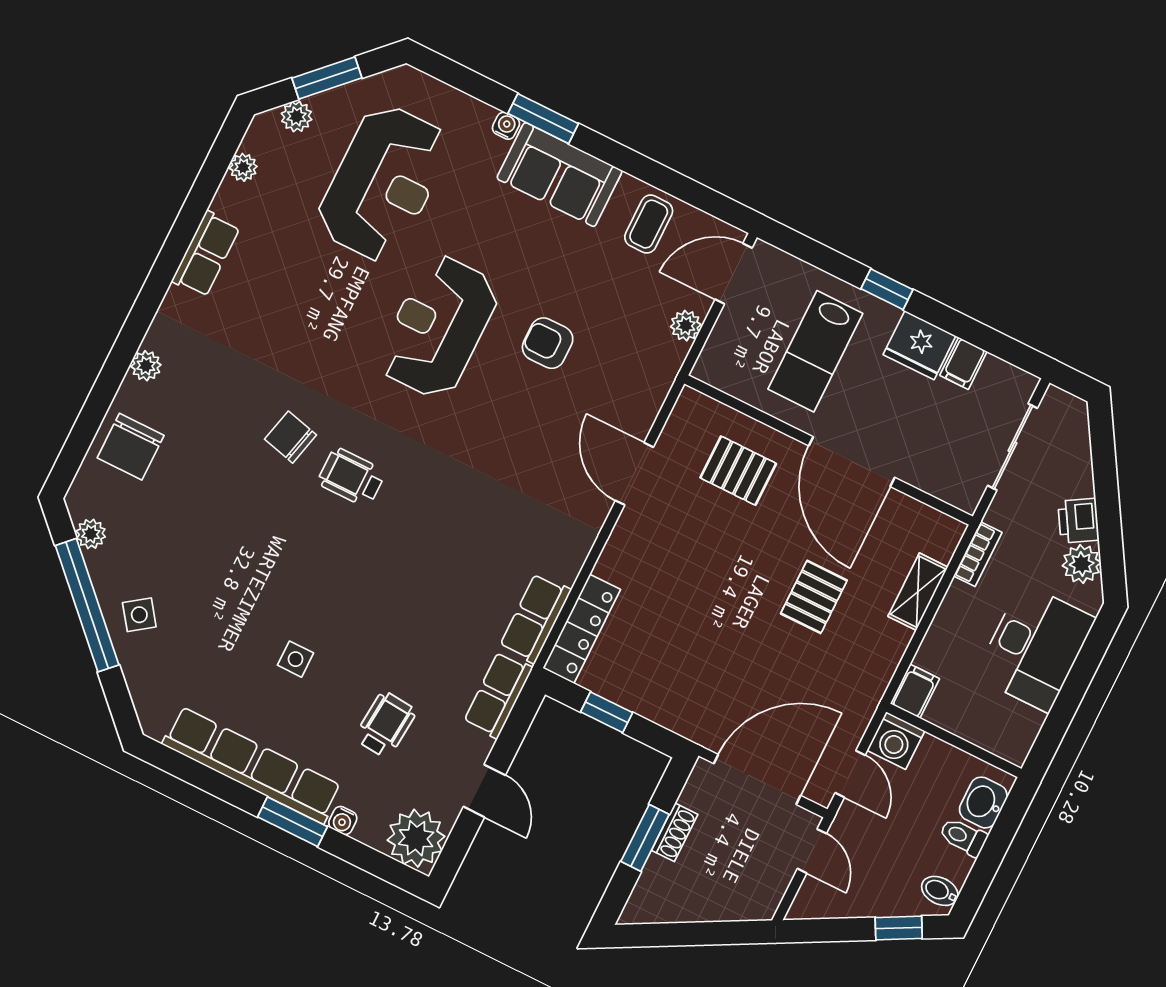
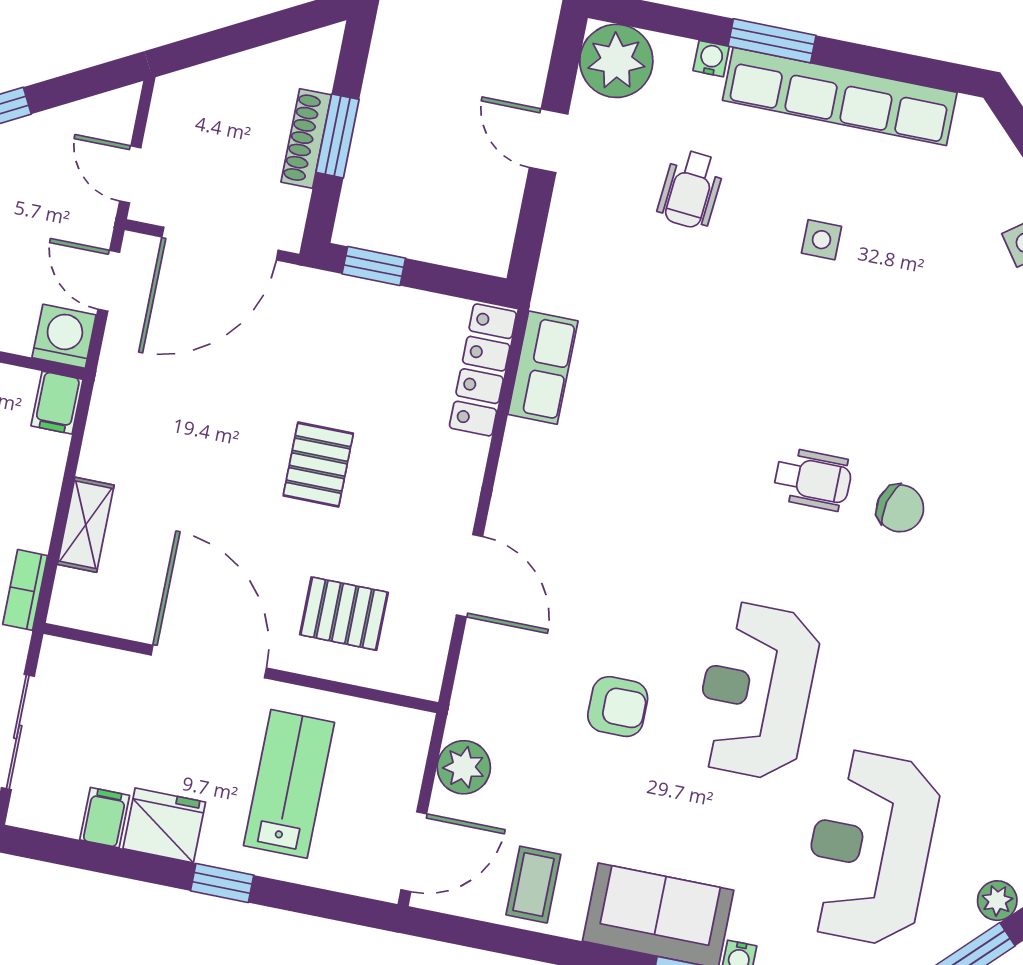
plant: (686, 326) -> (464, 767), width x1.38, depth x1.38
reception desk: (438, 327) -> (756, 691), turned 180
pallet: (814, 597) -> (318, 465), moved
row of seats: (498, 695) -> (563, 262), removed
window: (607, 712) -> (374, 266), moved
shoe rack: (675, 832) -> (306, 138), width x1.43

